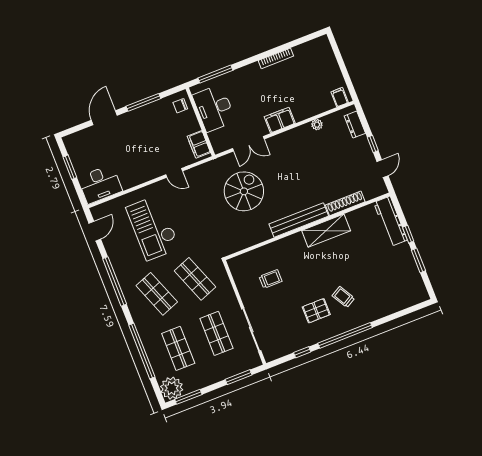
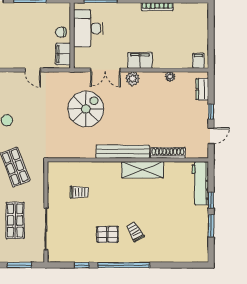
chair: (180, 106) -> (61, 32), moved
plant: (280, 142) -> (133, 79), added

